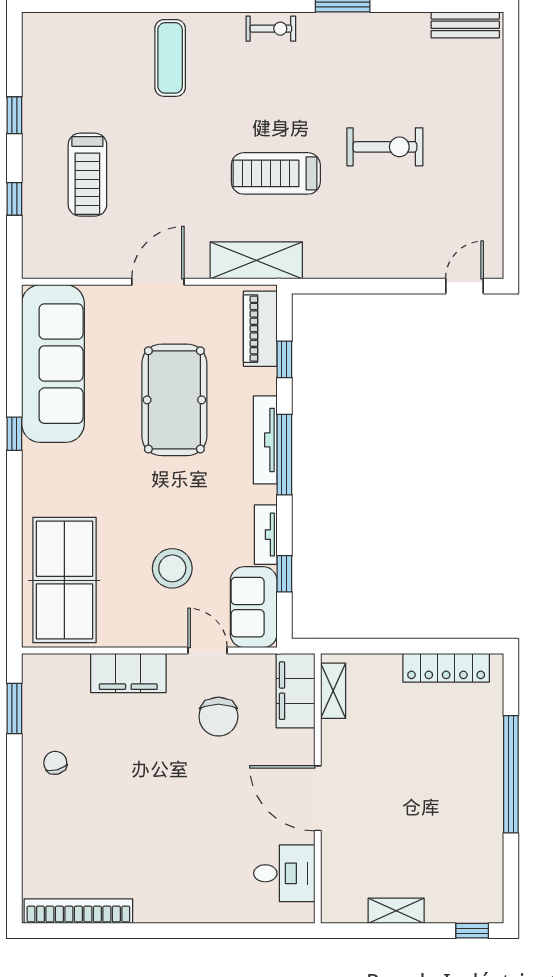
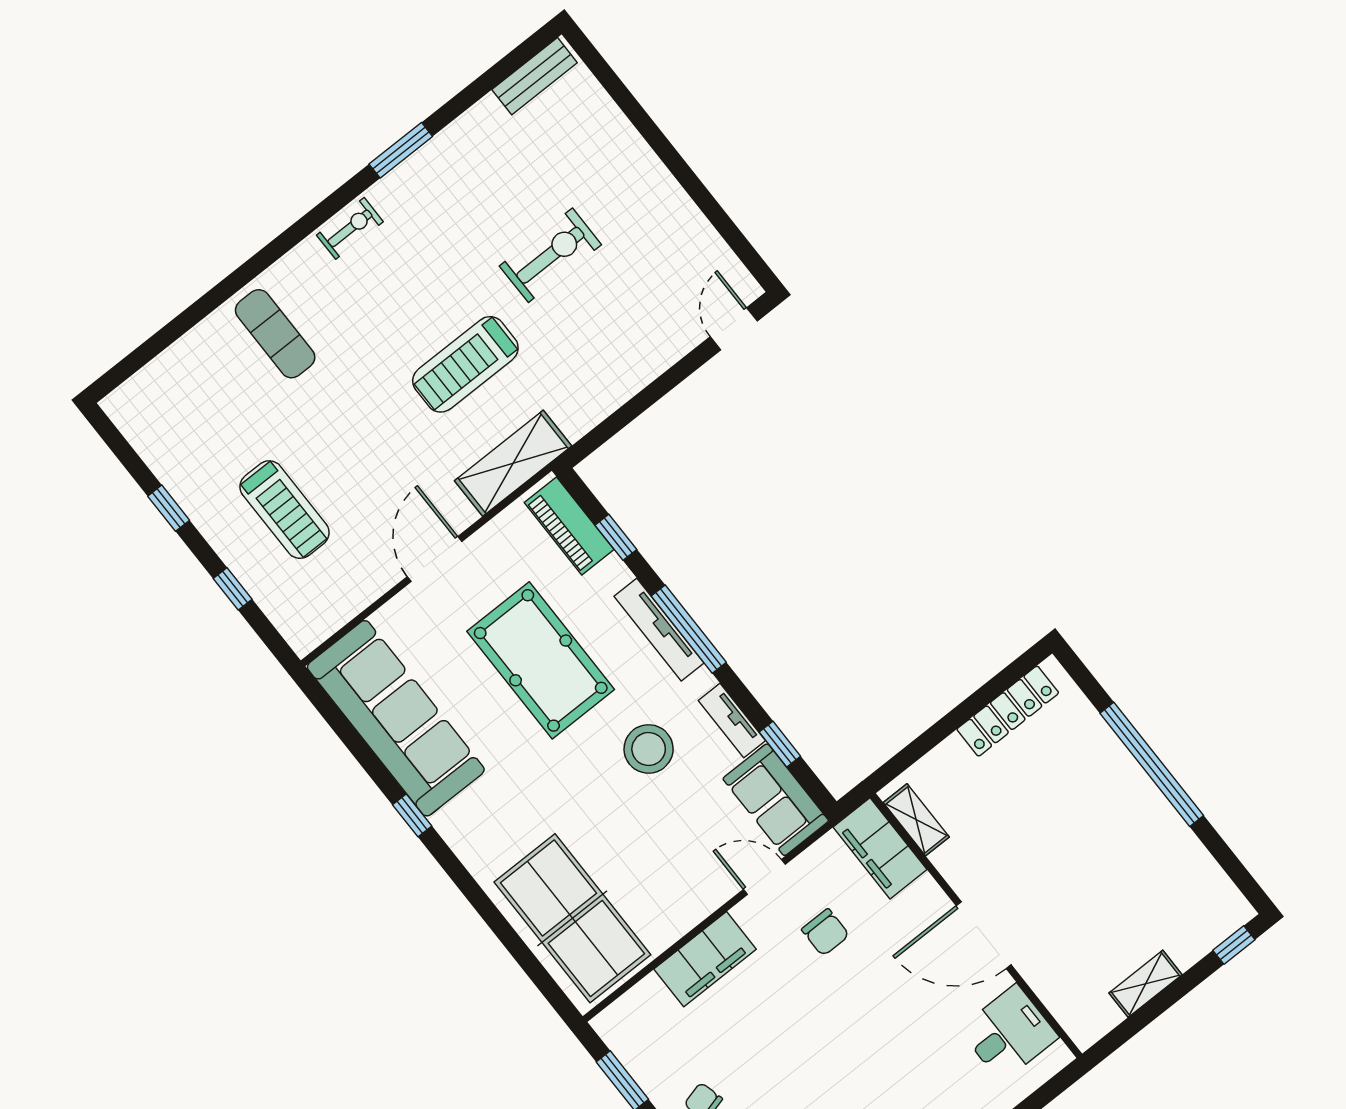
stool: (172, 568) -> (649, 749), moved
chair: (218, 717) -> (825, 932), width x0.73, depth x0.73

